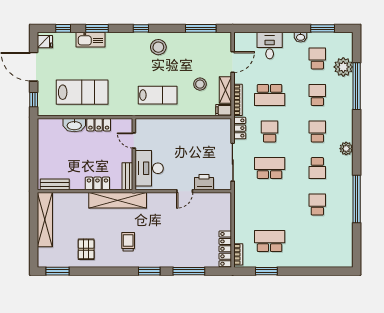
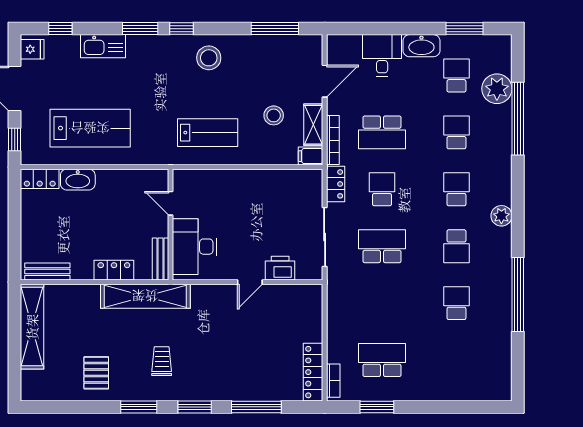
window: (97, 28) -> (140, 29), moved
washbasin: (301, 37) -> (421, 46), width x1.91, depth x1.45
locker: (99, 125) -> (40, 179), moved
window: (57, 271) -> (139, 407), moved

